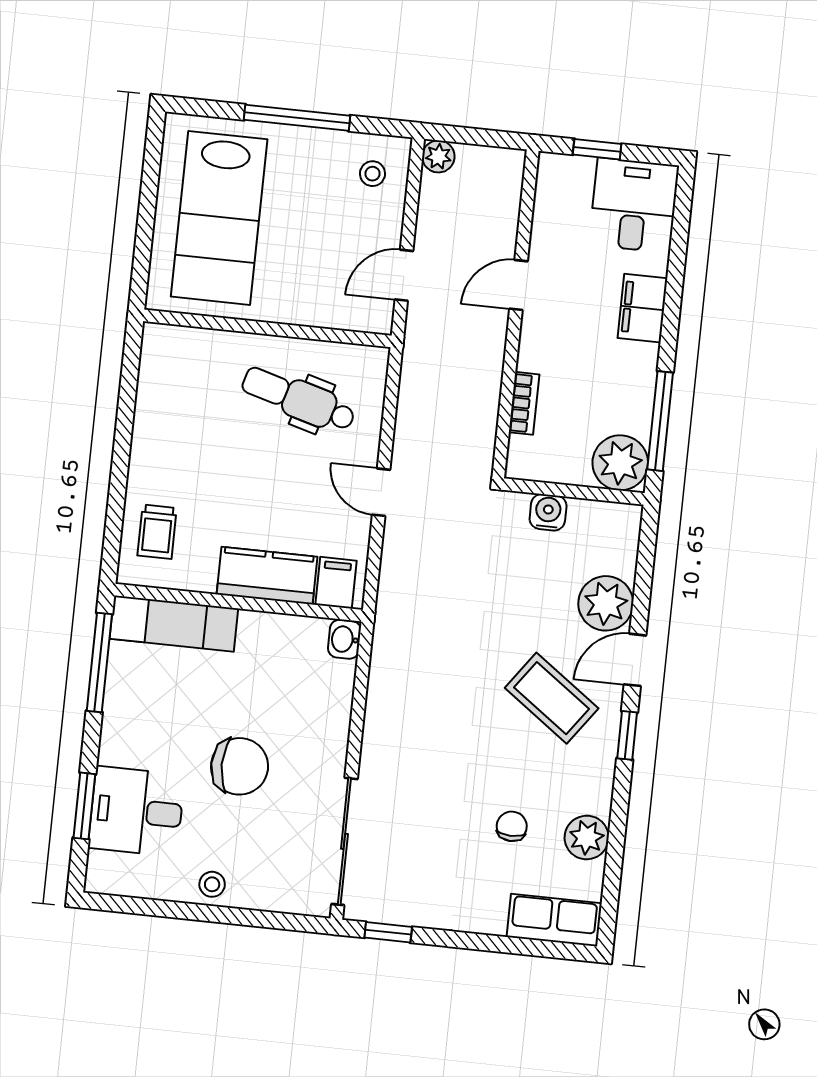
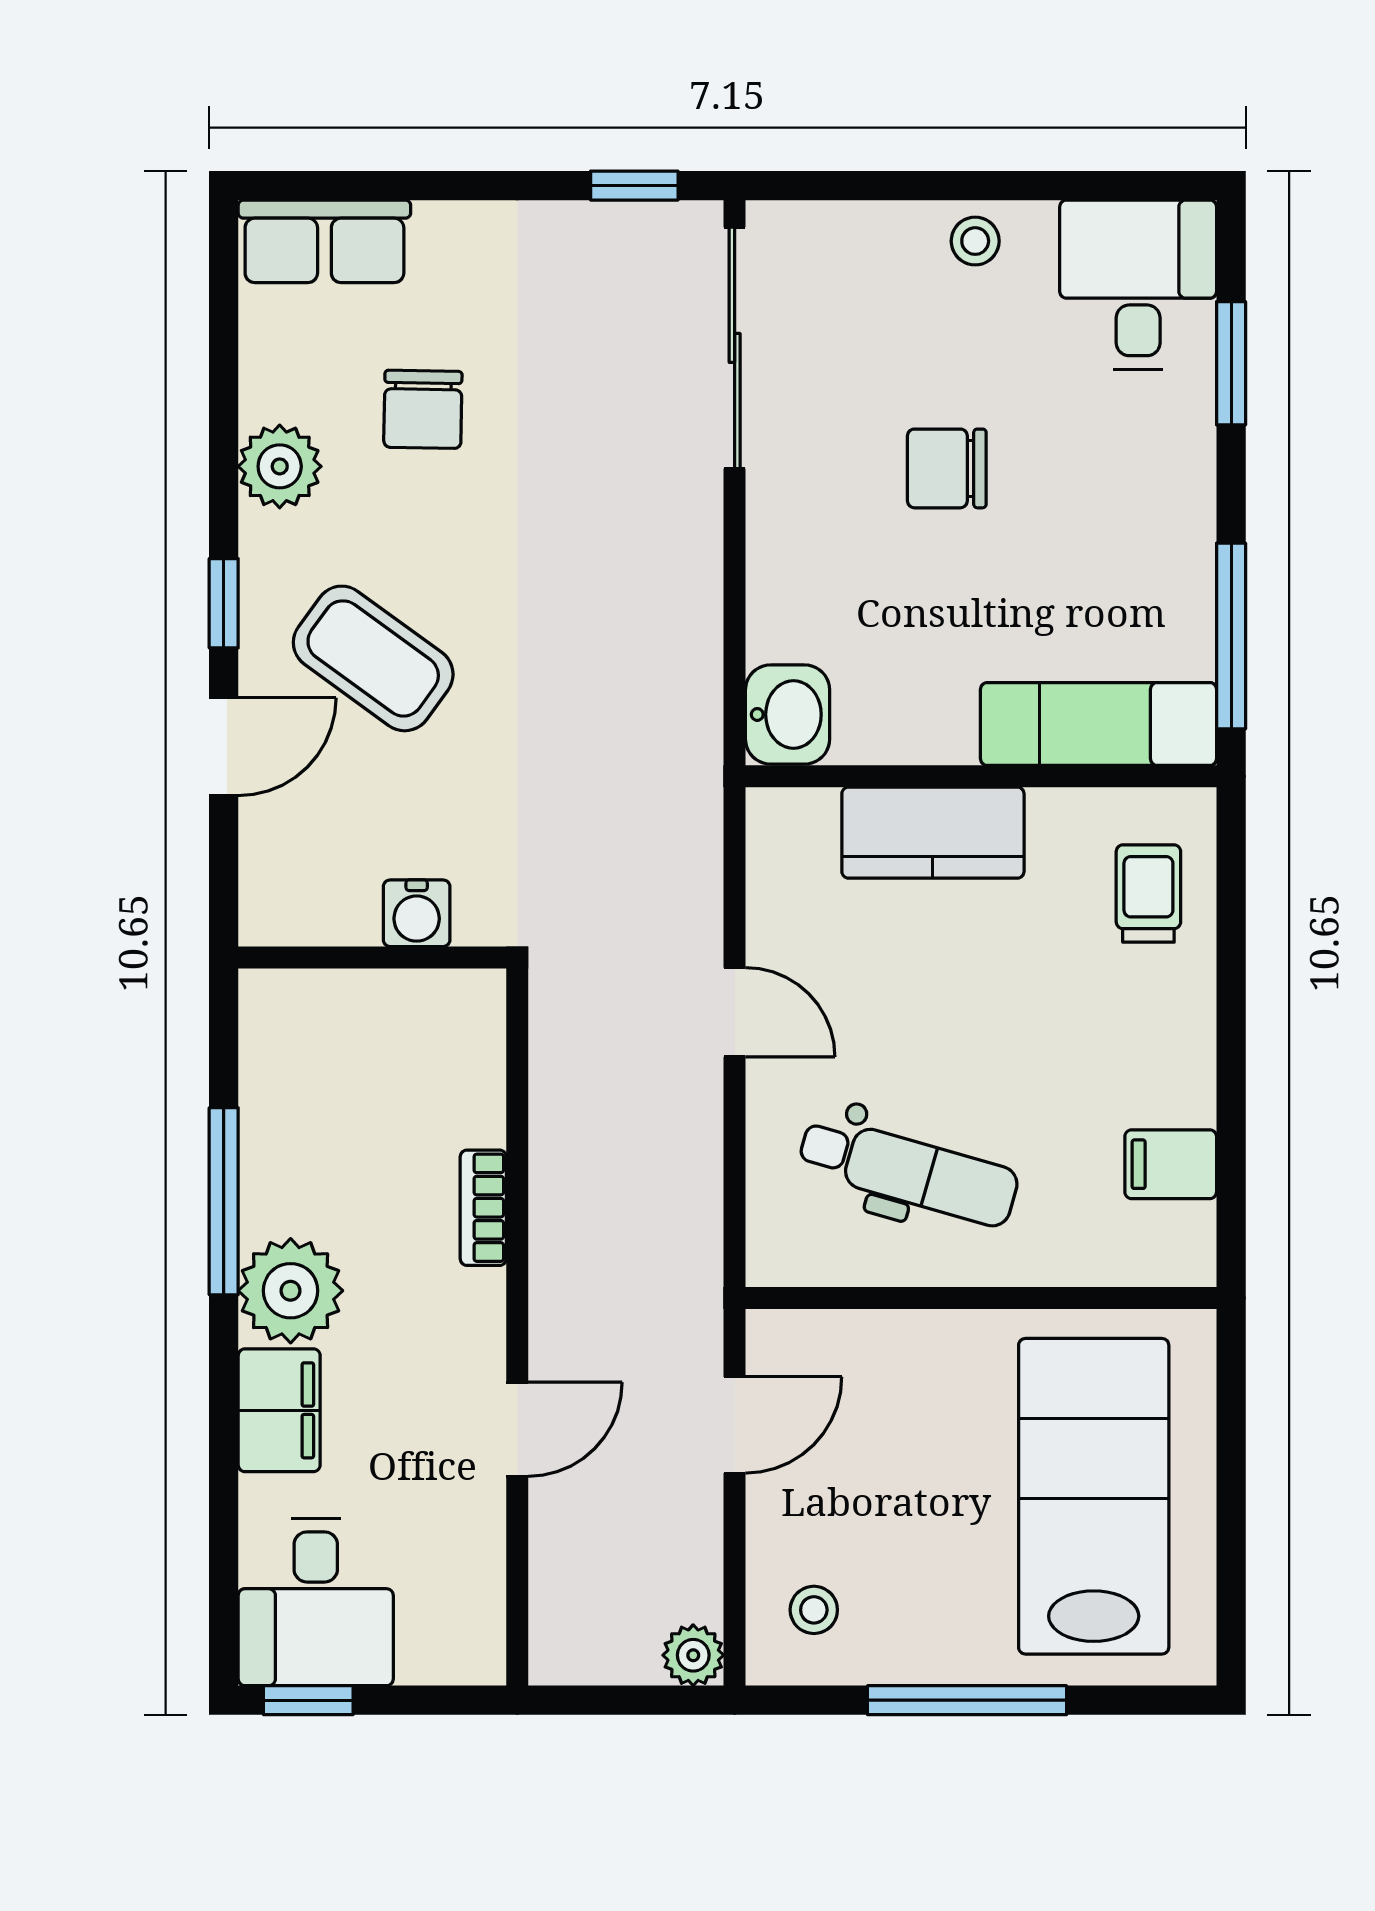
window: (597, 149) -> (308, 1700), moved
plant: (620, 463) -> (291, 1291), moved
wall: (574, 492) -> (372, 957), moved
water cooler: (548, 512) -> (417, 913), moved
filing cabinet: (336, 583) -> (1171, 1164), moved, turned 90
plant: (606, 603) -> (290, 848), removed
washbasin: (344, 639) -> (788, 714), width x1.38, depth x1.45
chair: (240, 766) -> (947, 468), width x0.73, depth x0.73
desk: (136, 811) -> (1138, 285), moved, turned -90
chair: (512, 826) -> (423, 409), width x1.37, depth x1.37
plant: (587, 838) -> (280, 466), moved

